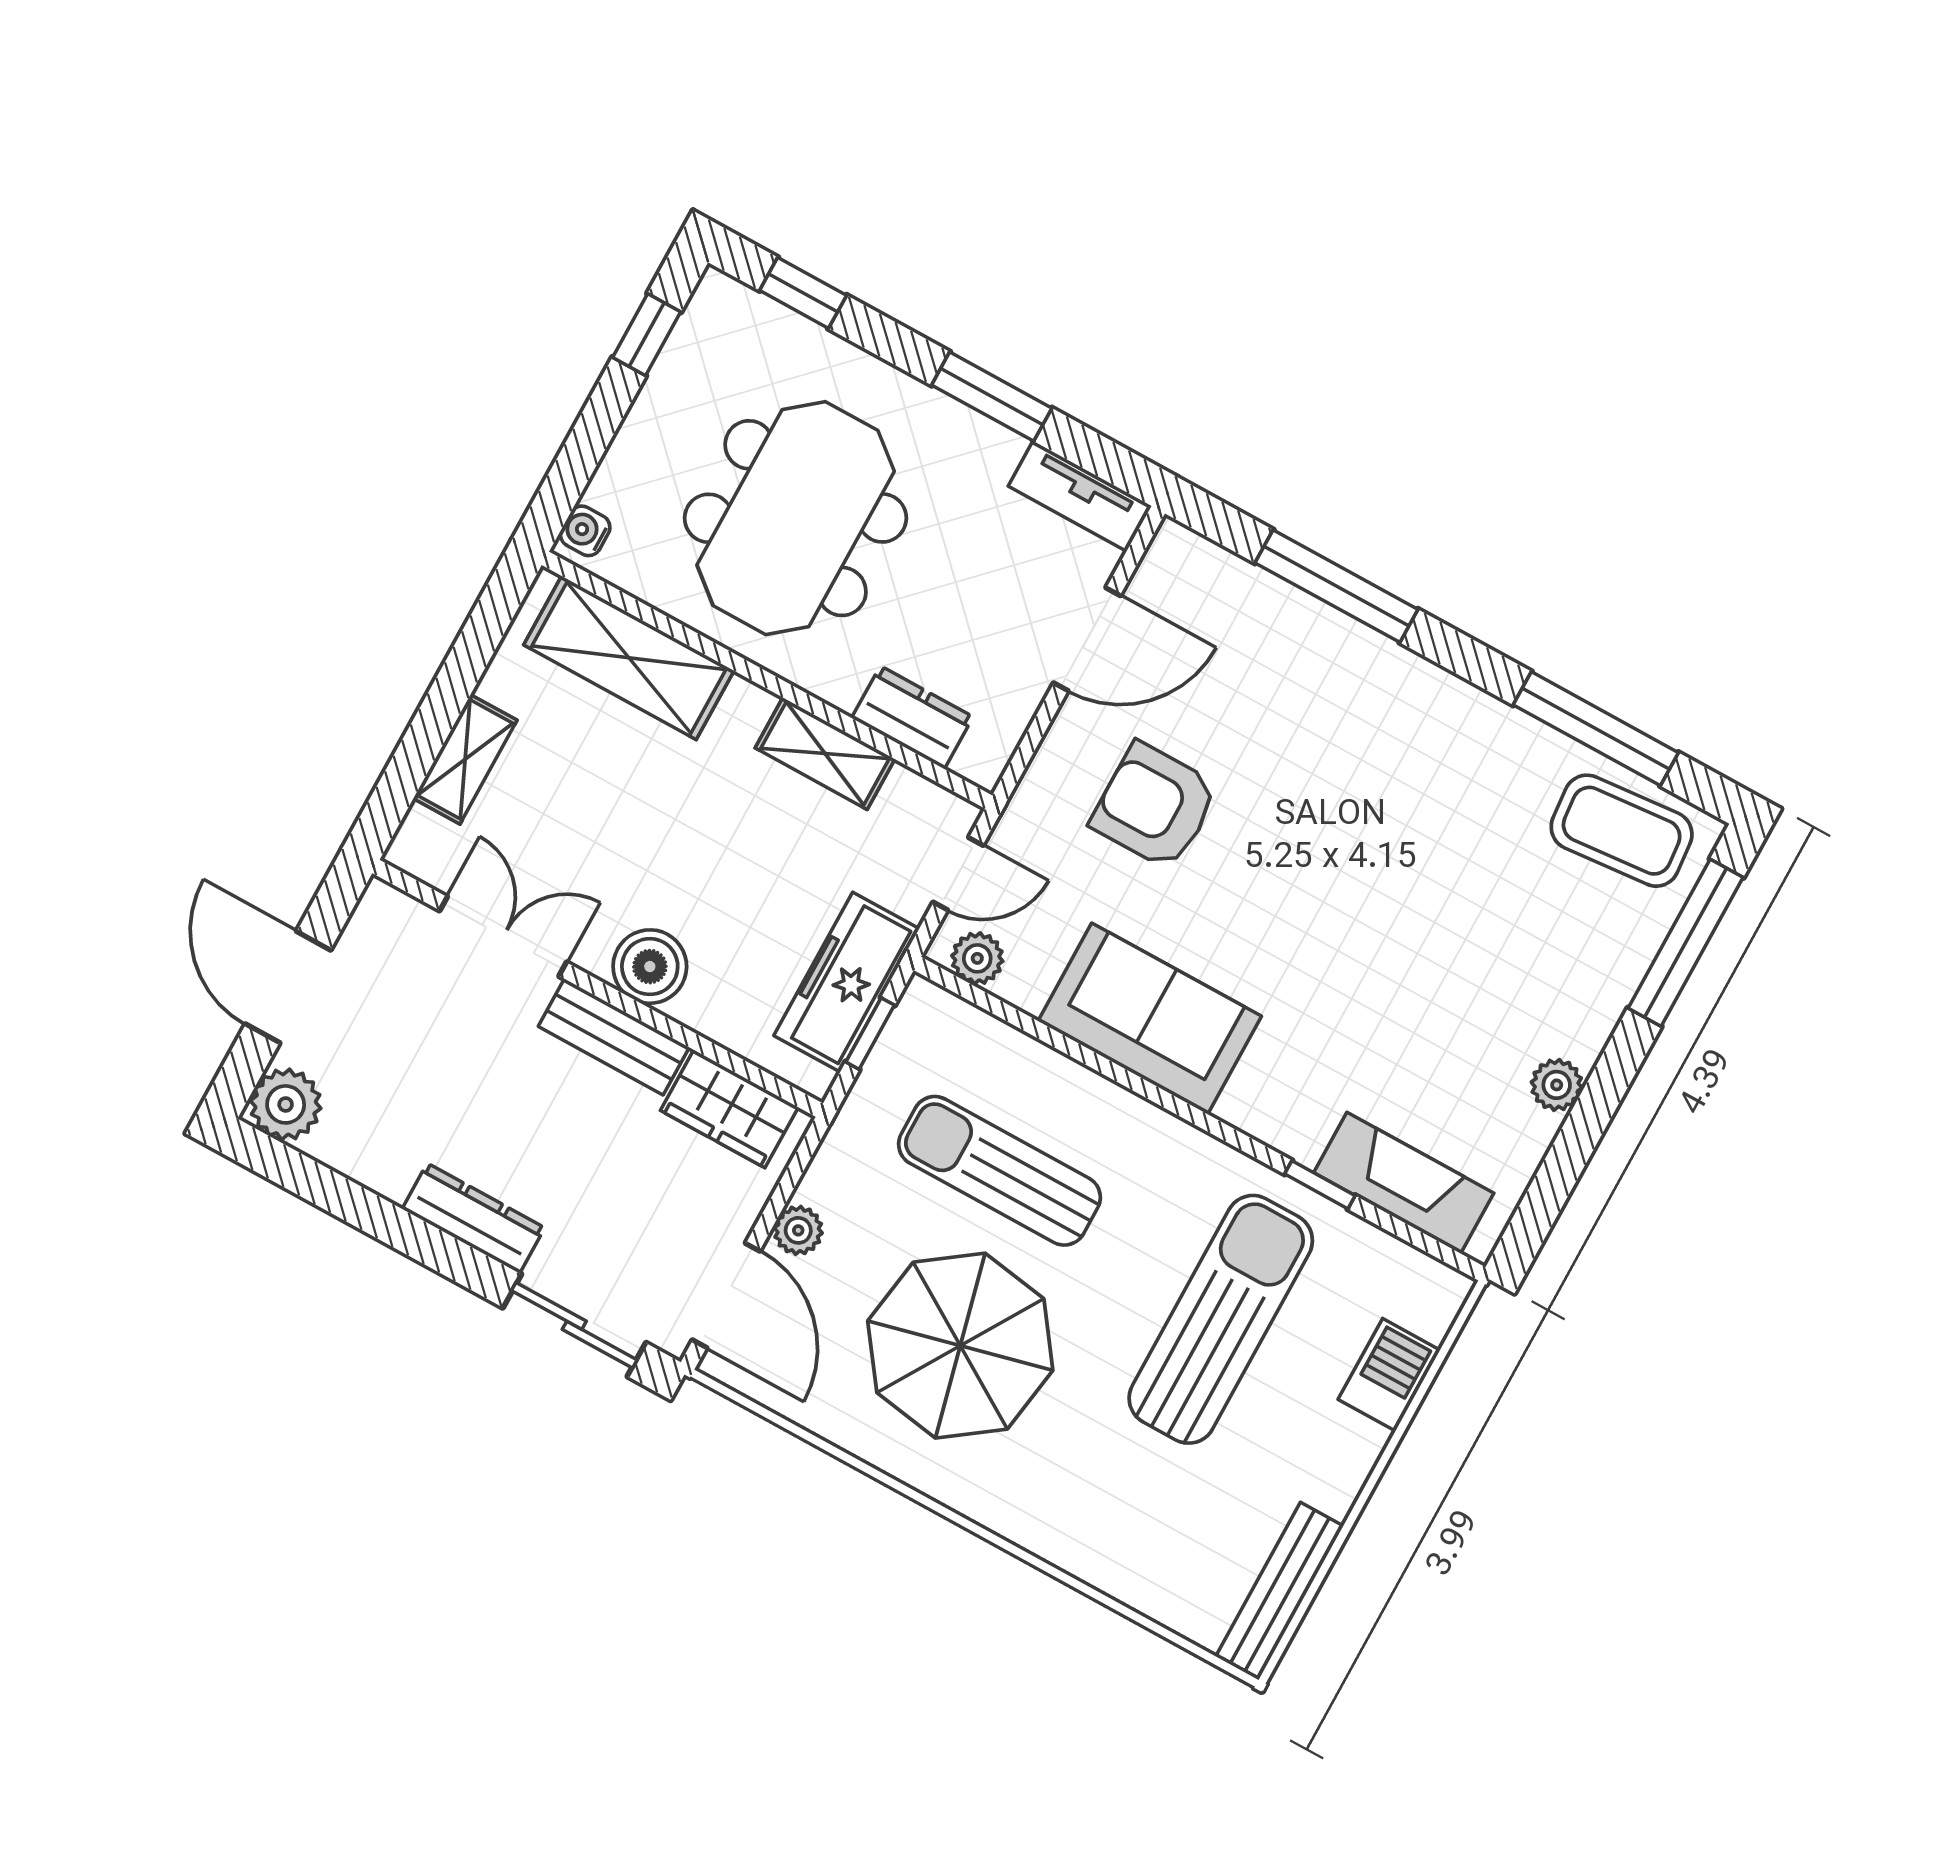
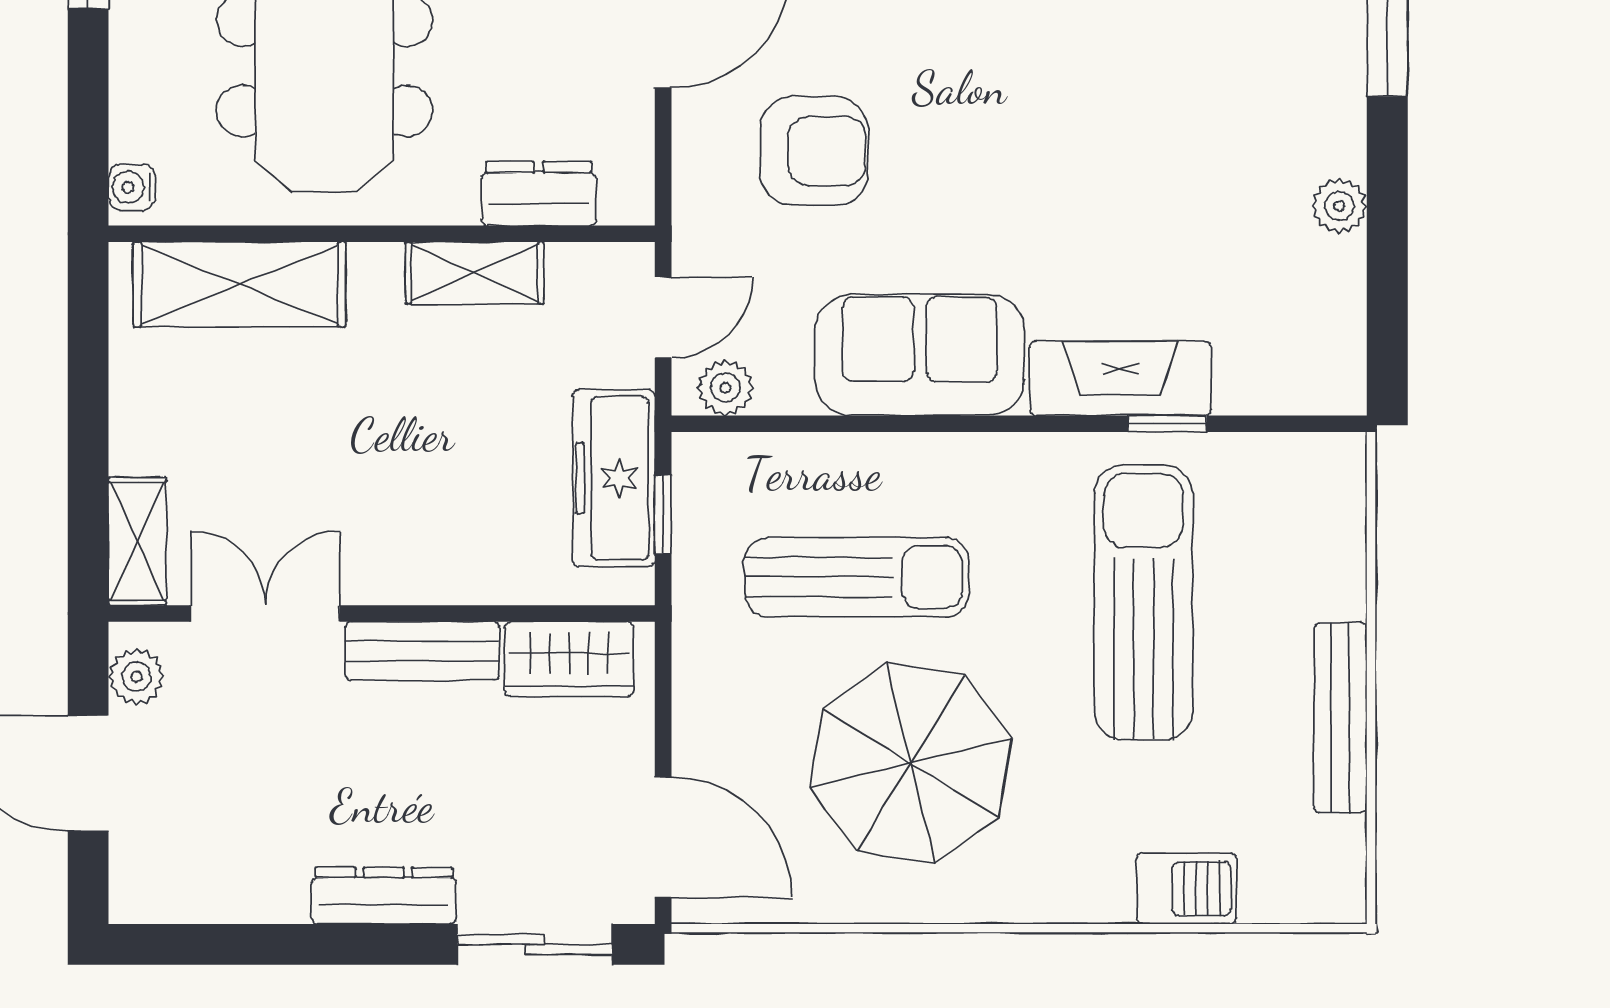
shelving: (465, 759) -> (137, 541), moved
armchair: (1155, 806) -> (814, 151), turned 180
boiler: (650, 967) -> (420, 566), removed
plant: (286, 1104) -> (136, 677), moved, width x0.73, depth x0.73
sun lounger: (999, 1171) -> (857, 577), turned 180
fireplace: (1404, 1183) -> (1120, 378), moved
plant: (798, 1230) -> (697, 738), removed
barbecue: (1389, 1375) -> (1187, 889), moved, turned 90
bench: (1280, 1591) -> (1340, 718), moved

